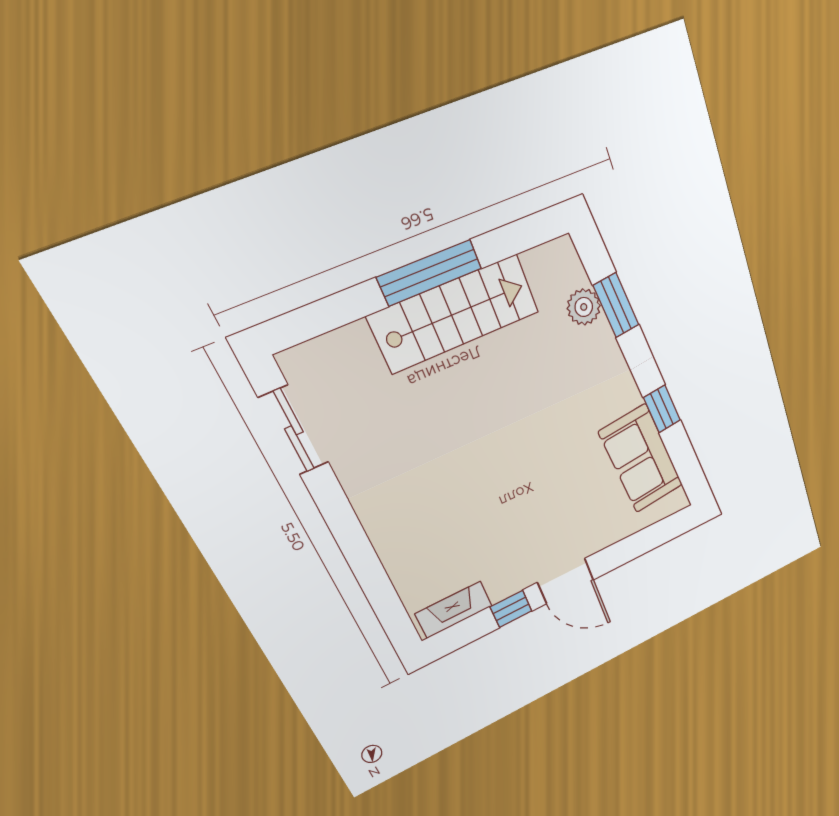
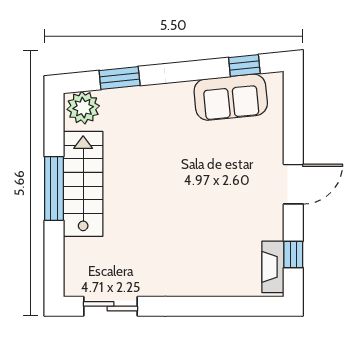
plant: (584, 307) -> (83, 108), moved, width x1.36, depth x1.36
window: (662, 409) -> (244, 65), moved
window: (511, 609) -> (293, 254), moved

